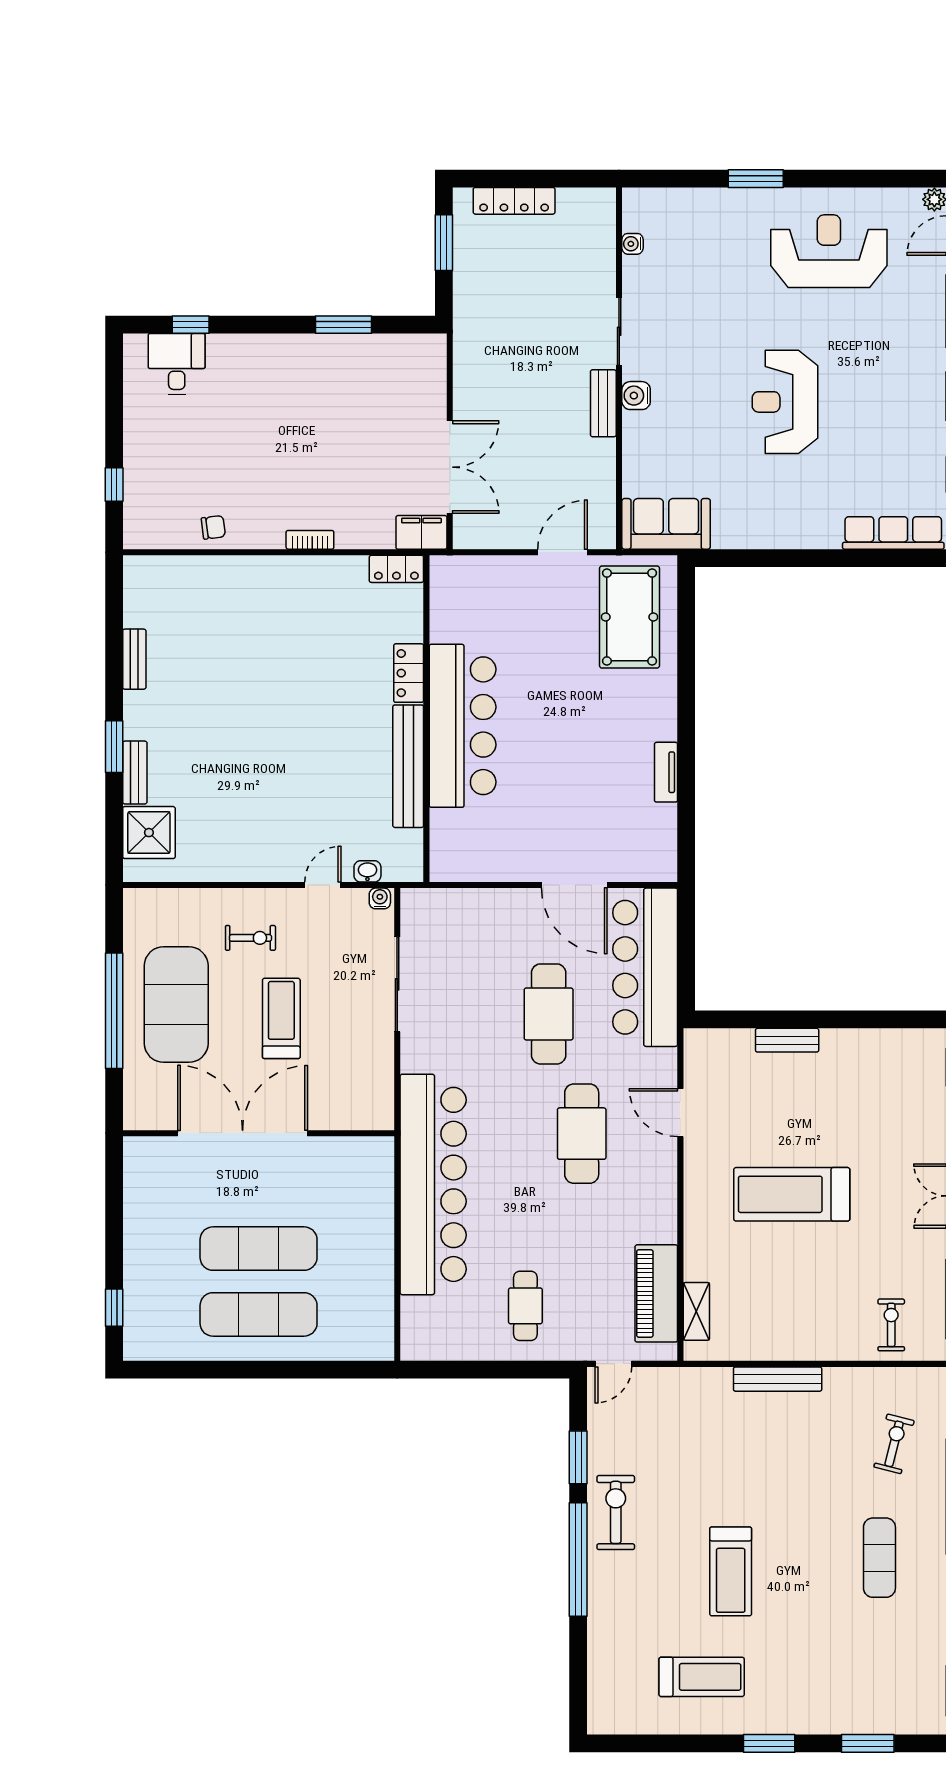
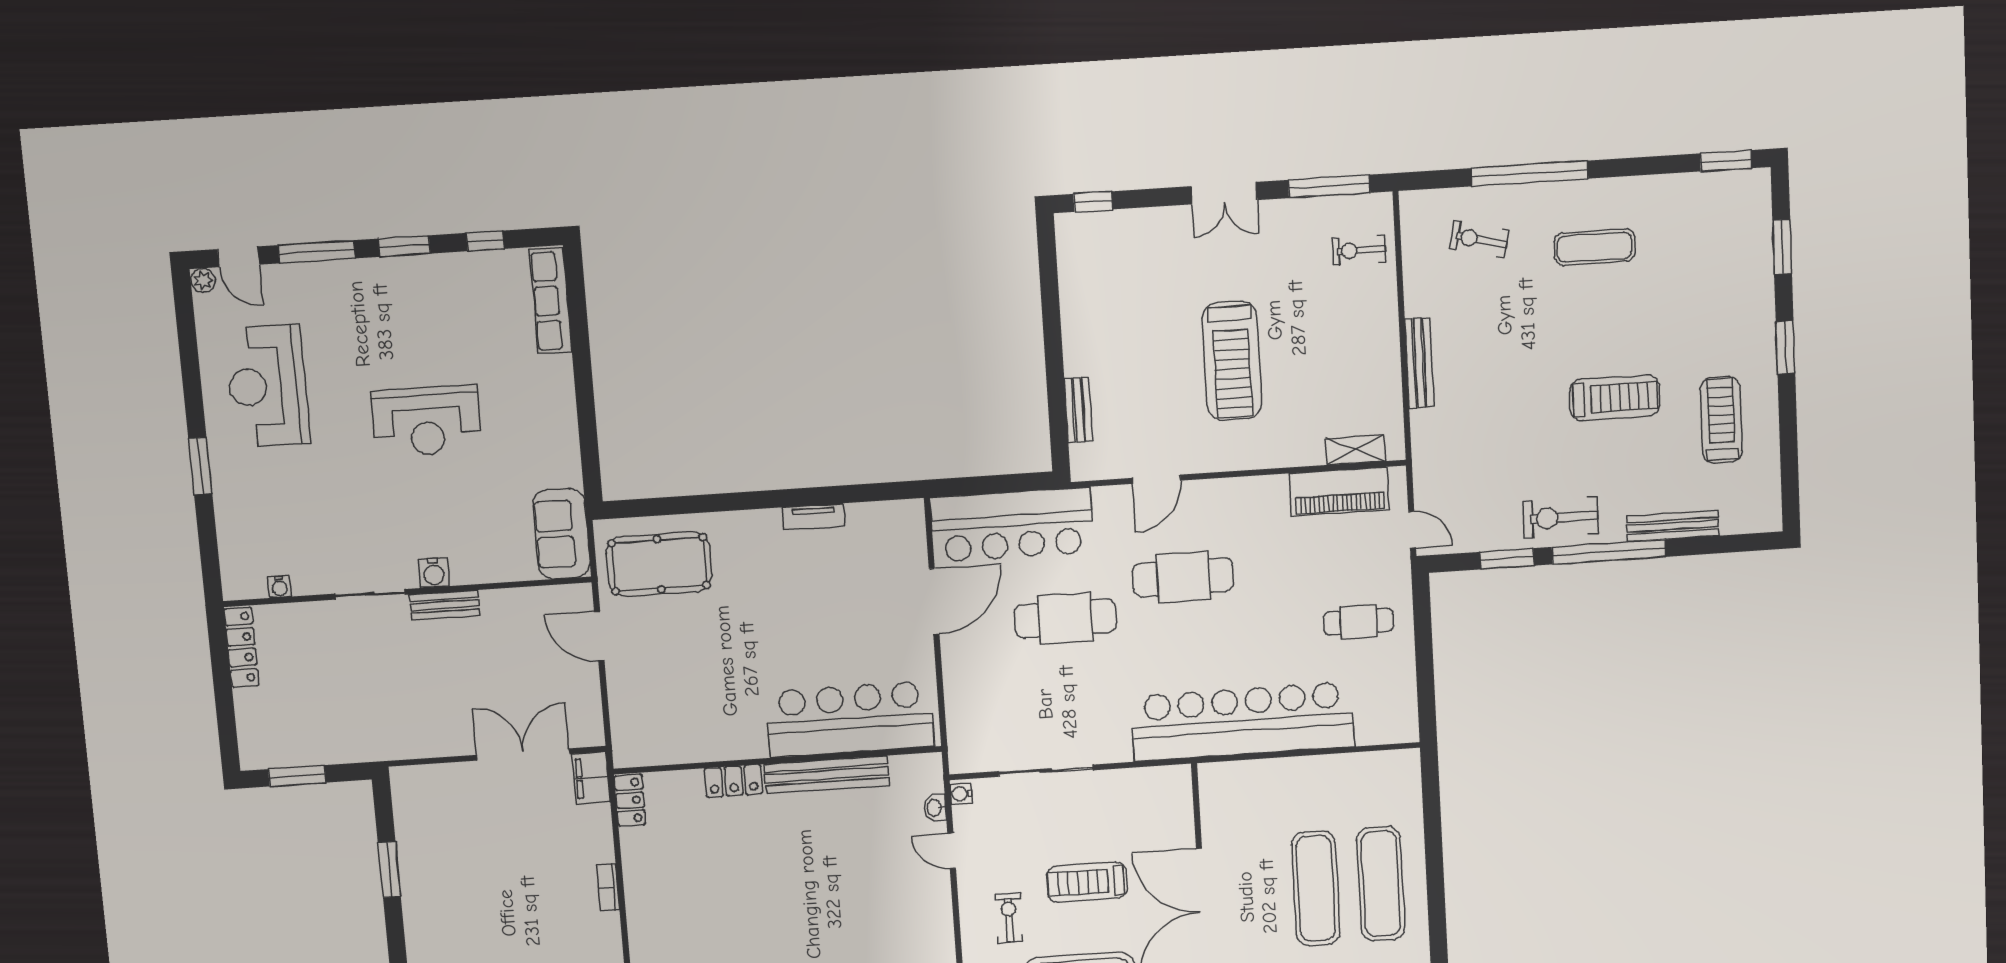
locker: (514, 201) -> (242, 647), moved
bar counter: (463, 726) -> (850, 719), moved
bench: (787, 1040) -> (1078, 410), moved
bench: (600, 1624) -> (1673, 526), added

